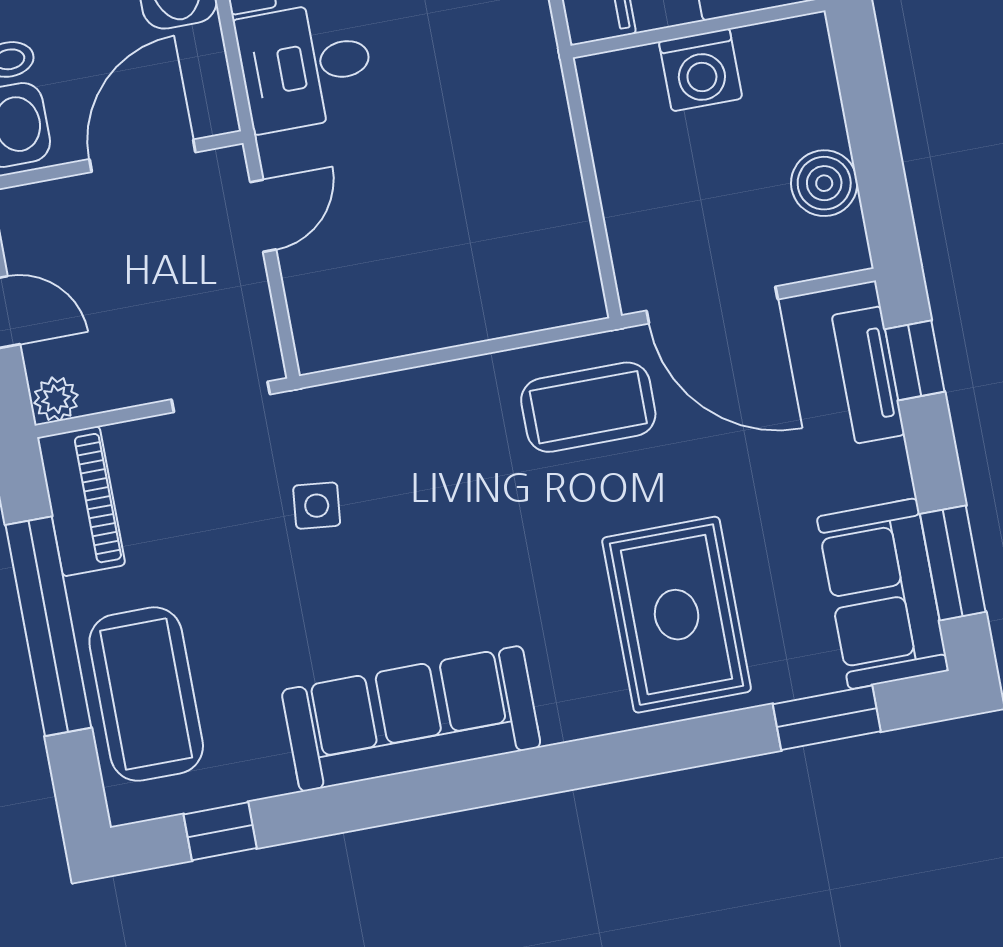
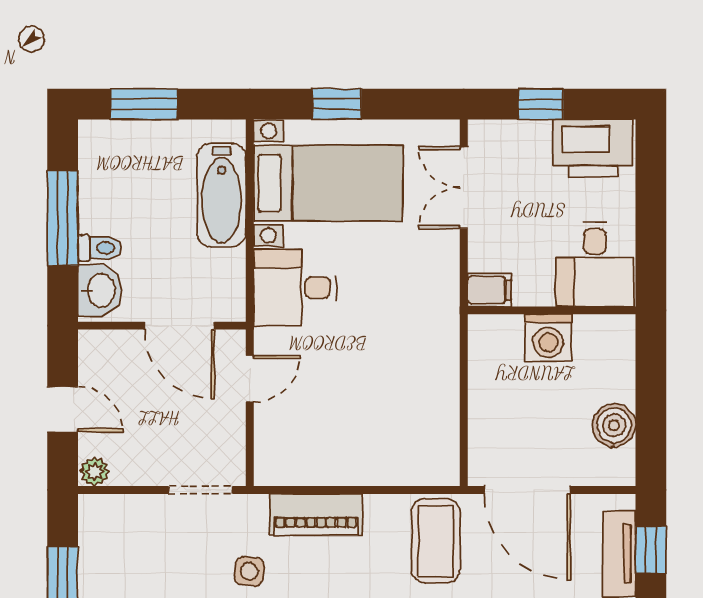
door: (142, 156) -> (180, 326), swing flipped
coffee table: (588, 407) -> (436, 541), turned 90
piano: (81, 501) -> (316, 515), moved, turned 90

